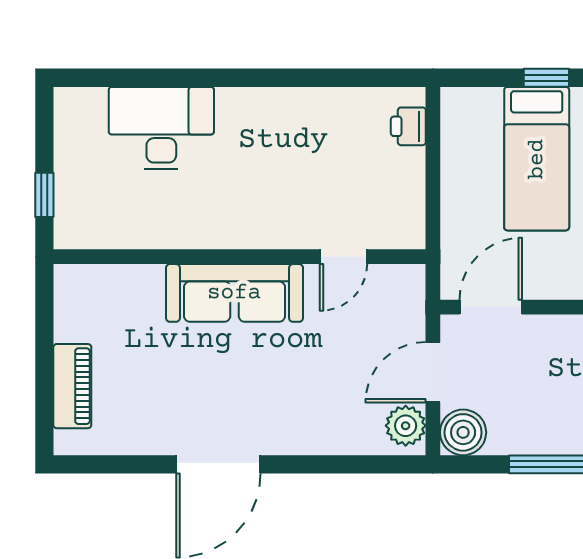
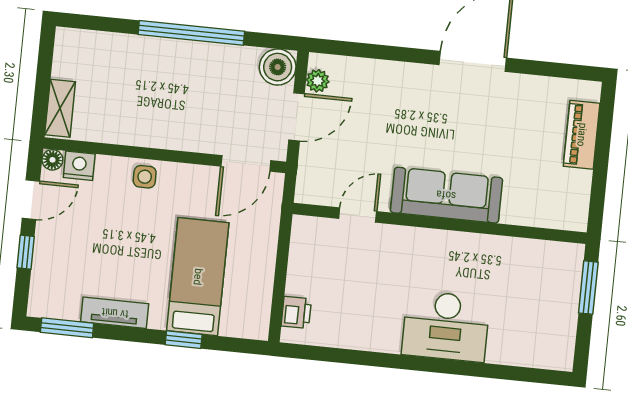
desk: (161, 128) -> (446, 326), moved
window: (44, 195) -> (588, 288), width x1.50
plant: (406, 426) -> (318, 81), width x0.73, depth x0.73

